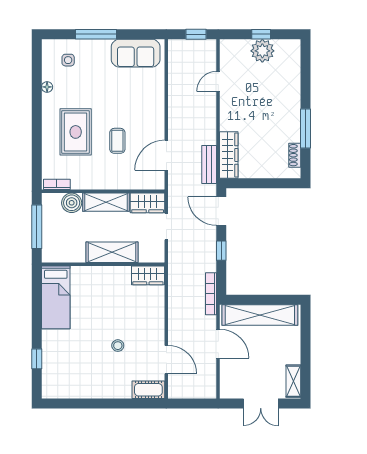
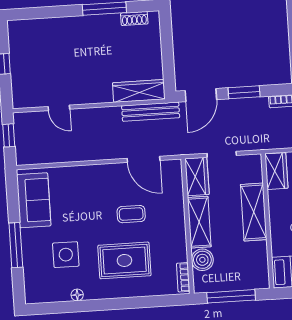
plant: (262, 51) -> (22, 61), removed
side table: (68, 60) -> (66, 255), moved, width x1.87, depth x1.87
bench: (209, 165) -> (151, 112), width x1.36
window: (221, 251) -> (244, 92), width x1.50

